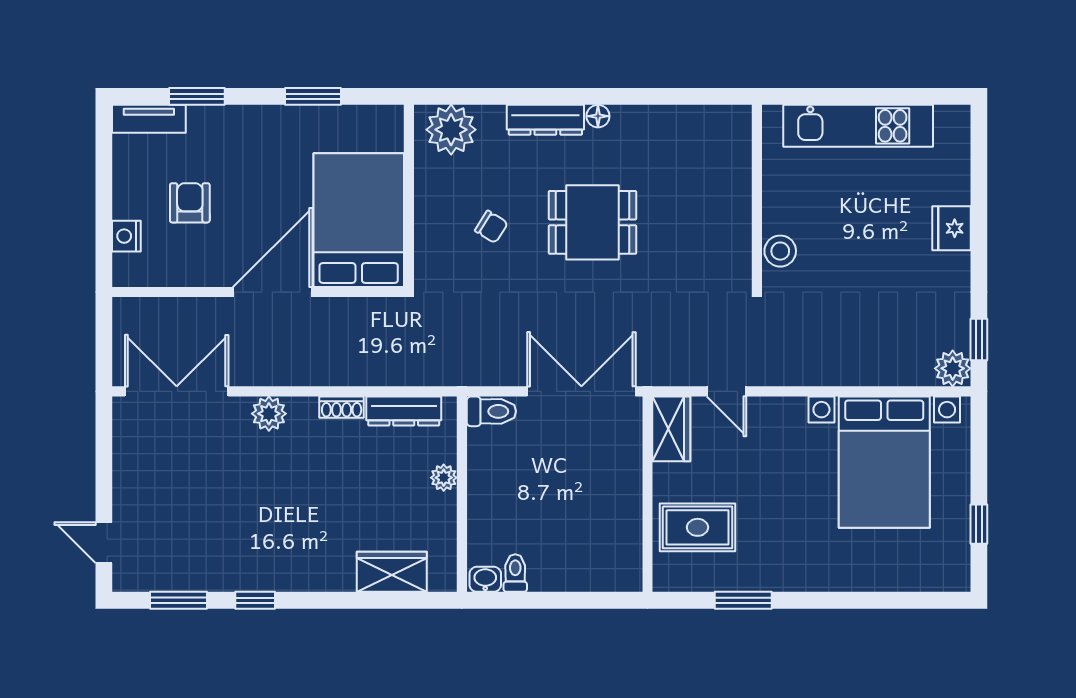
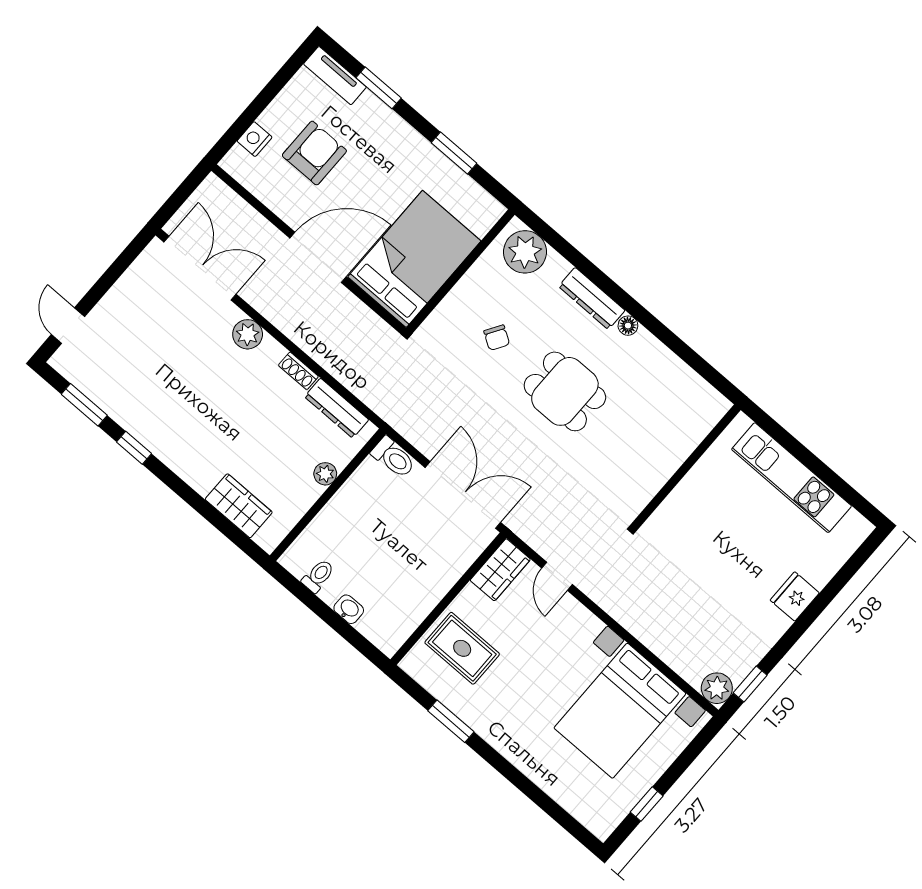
armchair: (190, 203) -> (314, 153), width x1.38, depth x1.38
stool: (780, 251) -> (671, 515), removed
washbasin: (485, 579) -> (349, 609), moved

